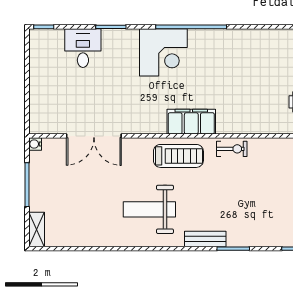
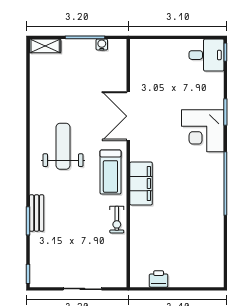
desk: (83, 48) -> (206, 55), moved
corner desk: (163, 52) -> (203, 131), moved
double door: (94, 136) -> (128, 116), moved
water cooler: (35, 144) -> (102, 45), moved
bench: (205, 239) -> (37, 213), moved

